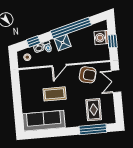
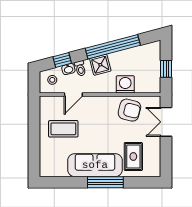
washing machine: (101, 38) -> (125, 84), moved, turned 90
door: (59, 66) -> (73, 95), moved
coffee table: (55, 94) -> (63, 129), moved
sofa: (44, 121) -> (95, 165), moved
window: (93, 129) -> (105, 182), moved

